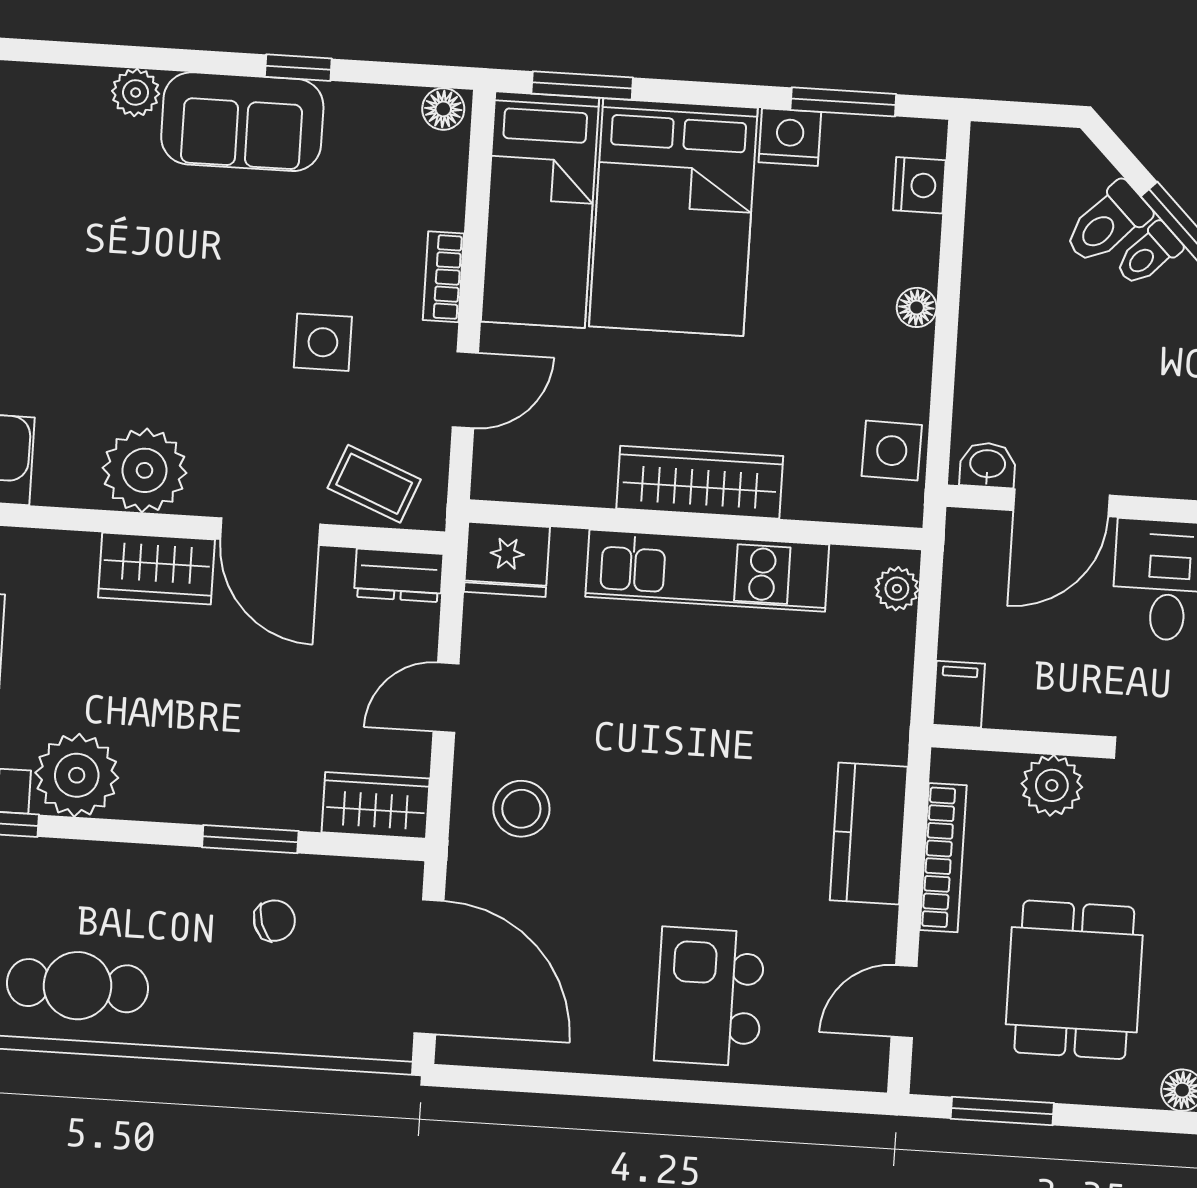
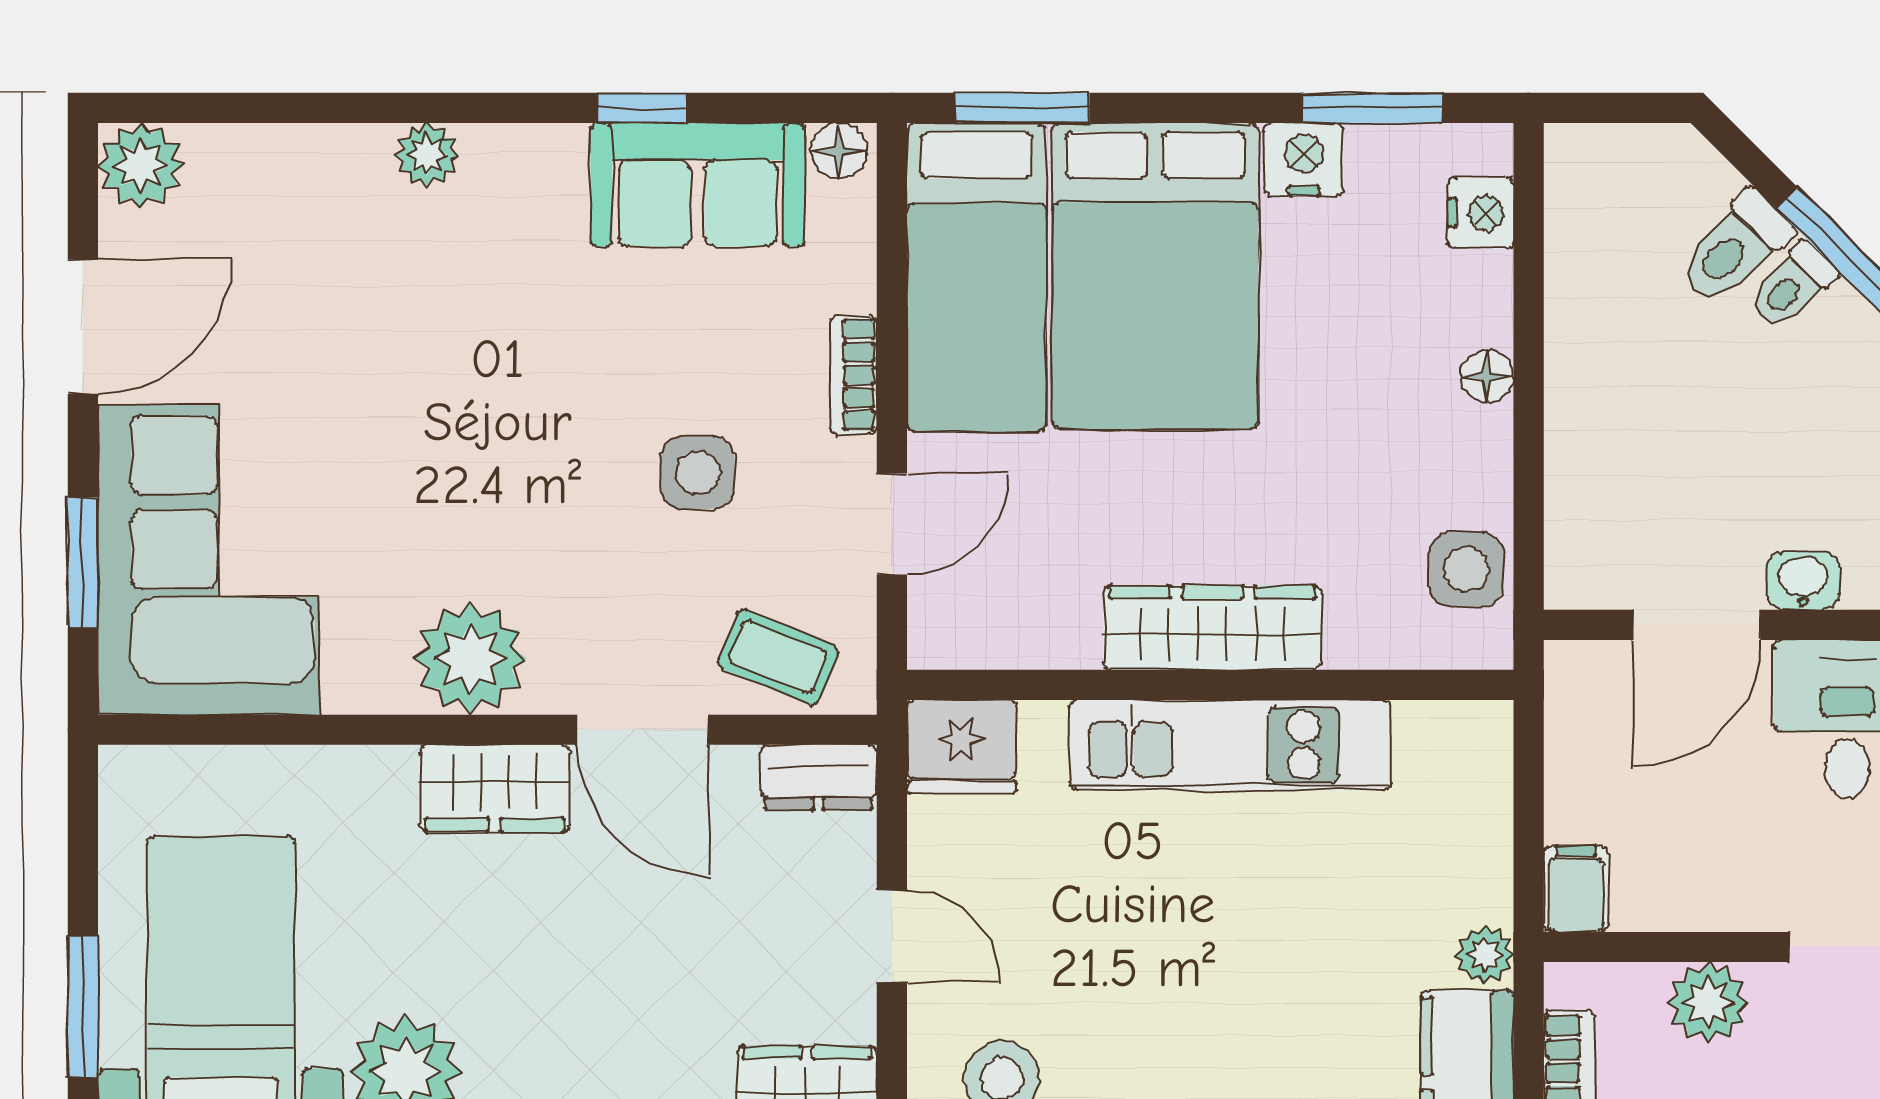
sofa: (242, 122) -> (698, 185), moved
washbasin: (988, 465) -> (1803, 581), moved
plant: (897, 589) -> (1485, 955), moved
door: (446, 698) -> (892, 936), swing flipped

